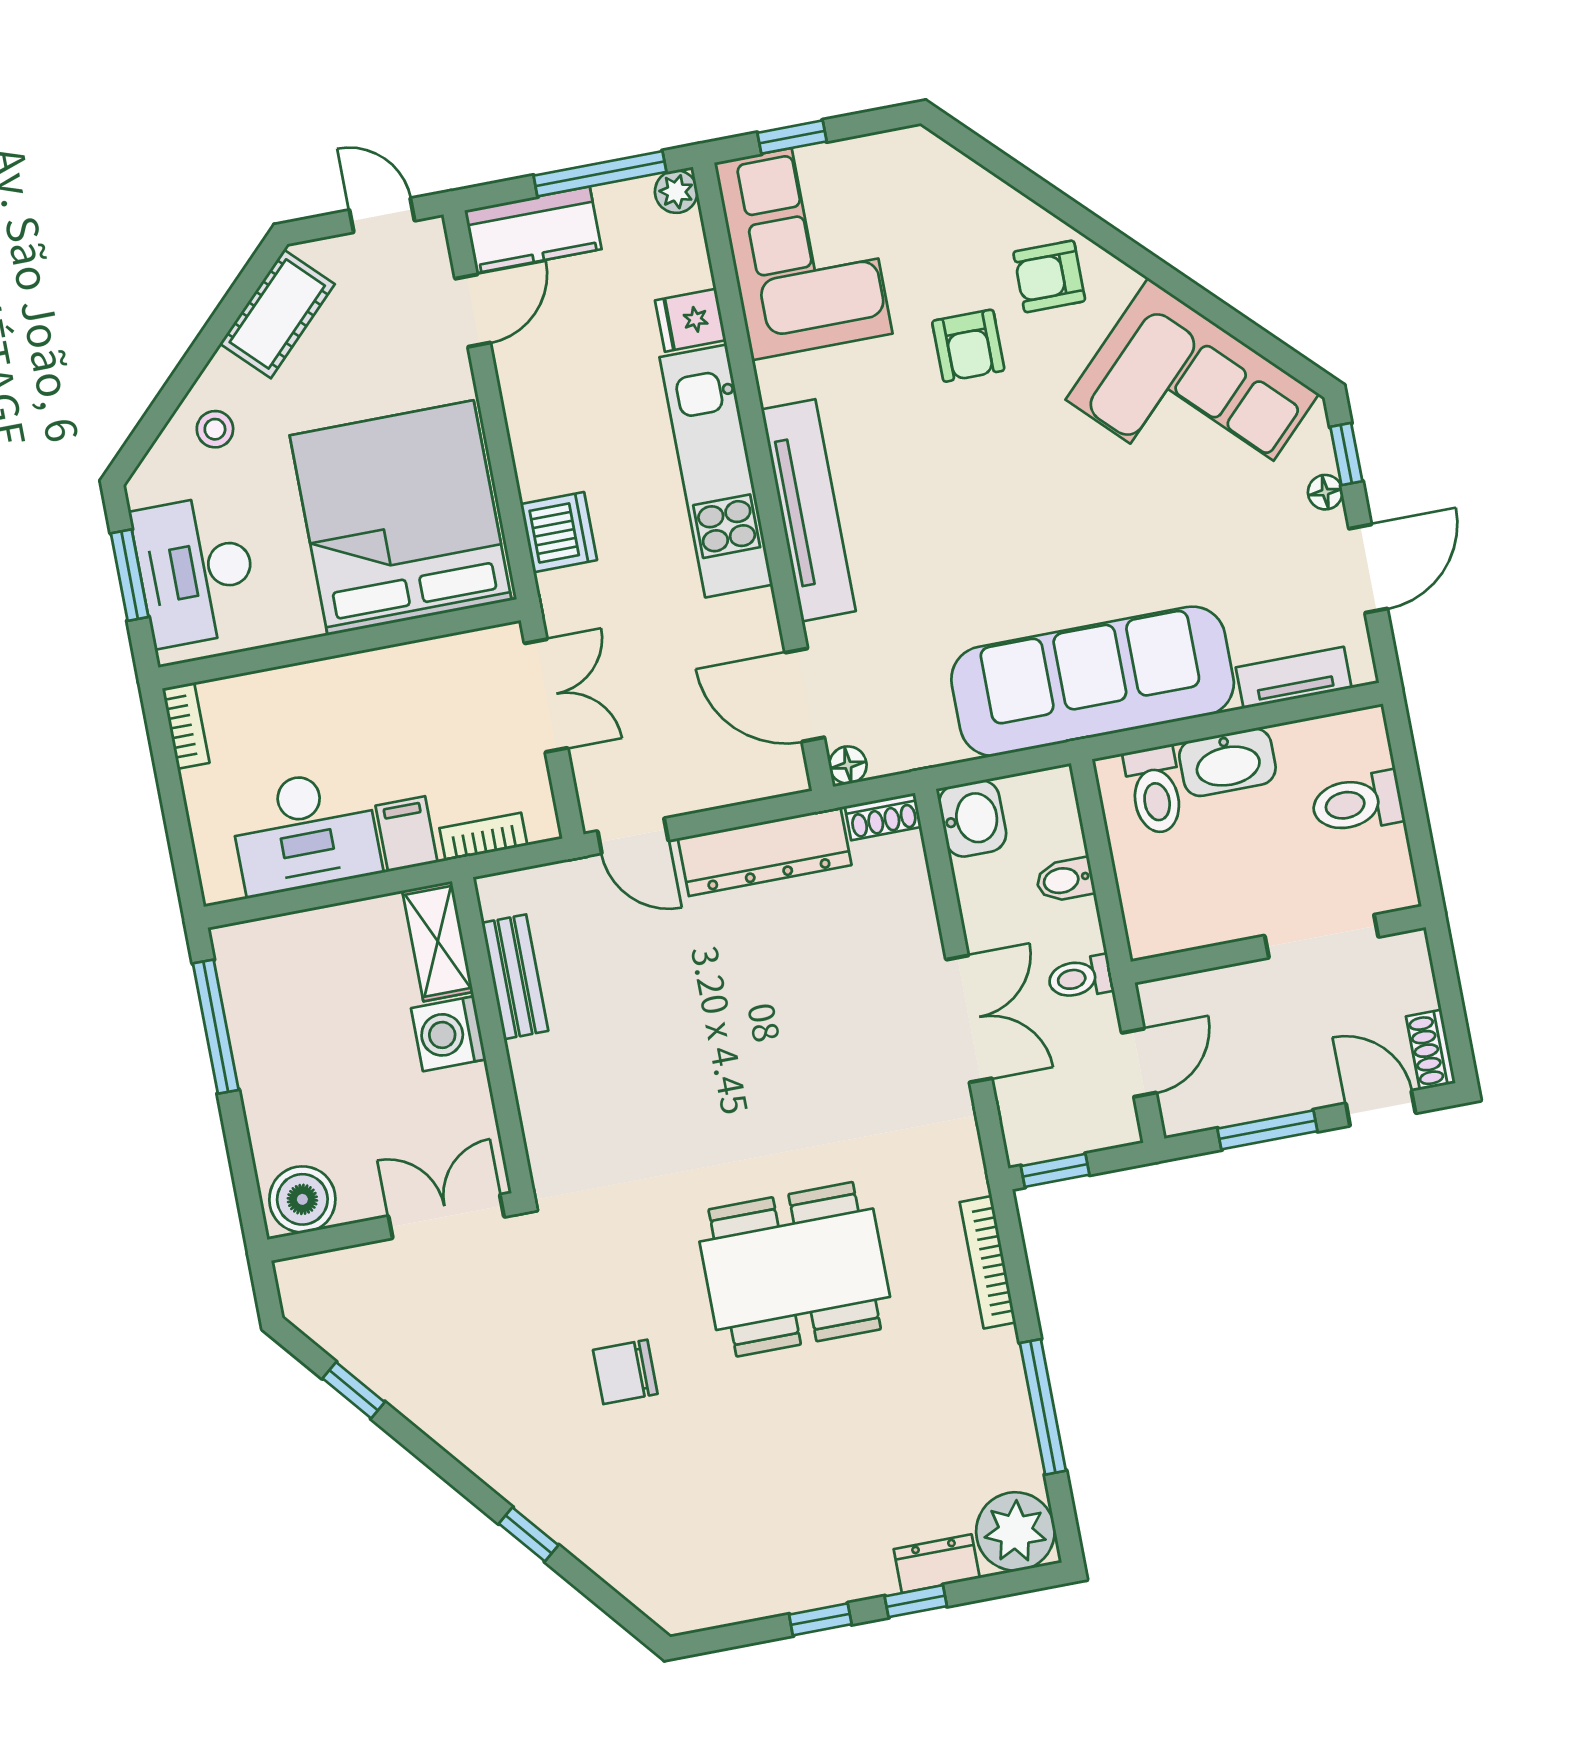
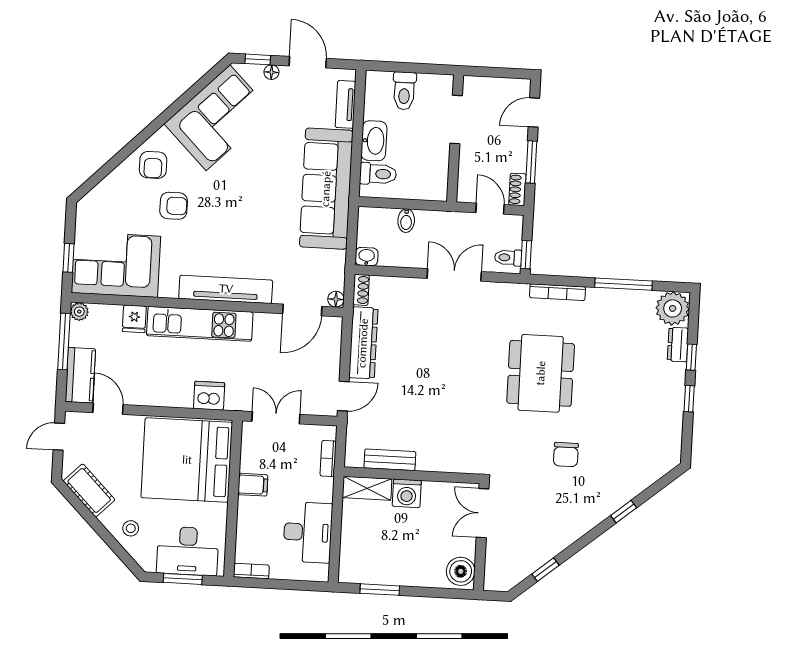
washbasin: (973, 819) -> (367, 257), width x0.72, depth x0.69
filing cabinet: (407, 834) -> (253, 485), moved, turned 180
toilet: (1080, 978) -> (508, 258), moved, turned 90
window: (216, 1027) -> (380, 590), width x0.69
shoe rack: (1431, 1050) -> (517, 189), moved, turned 90

